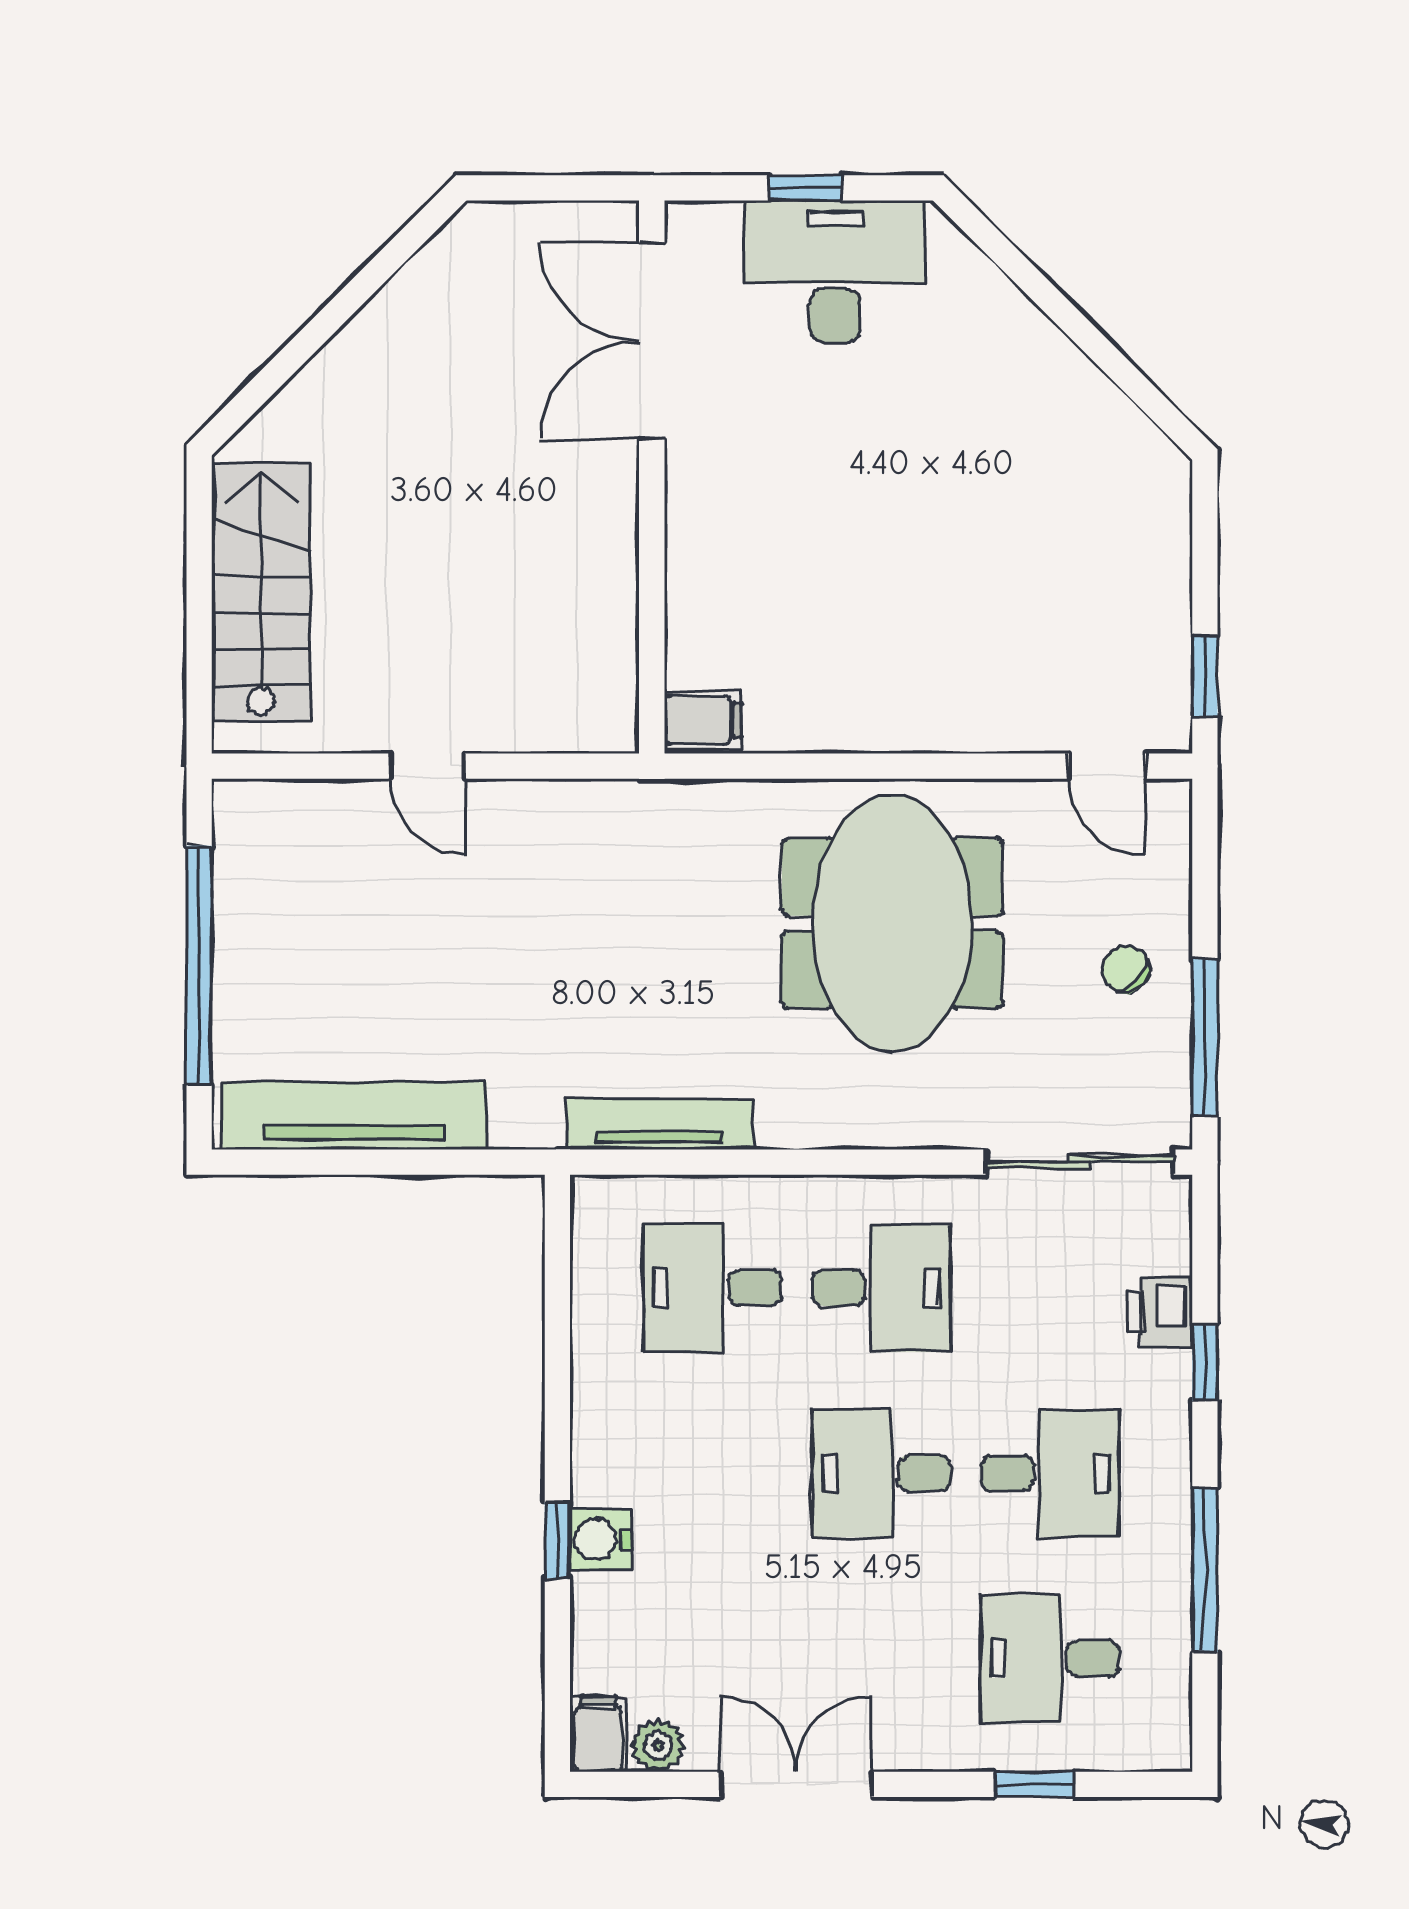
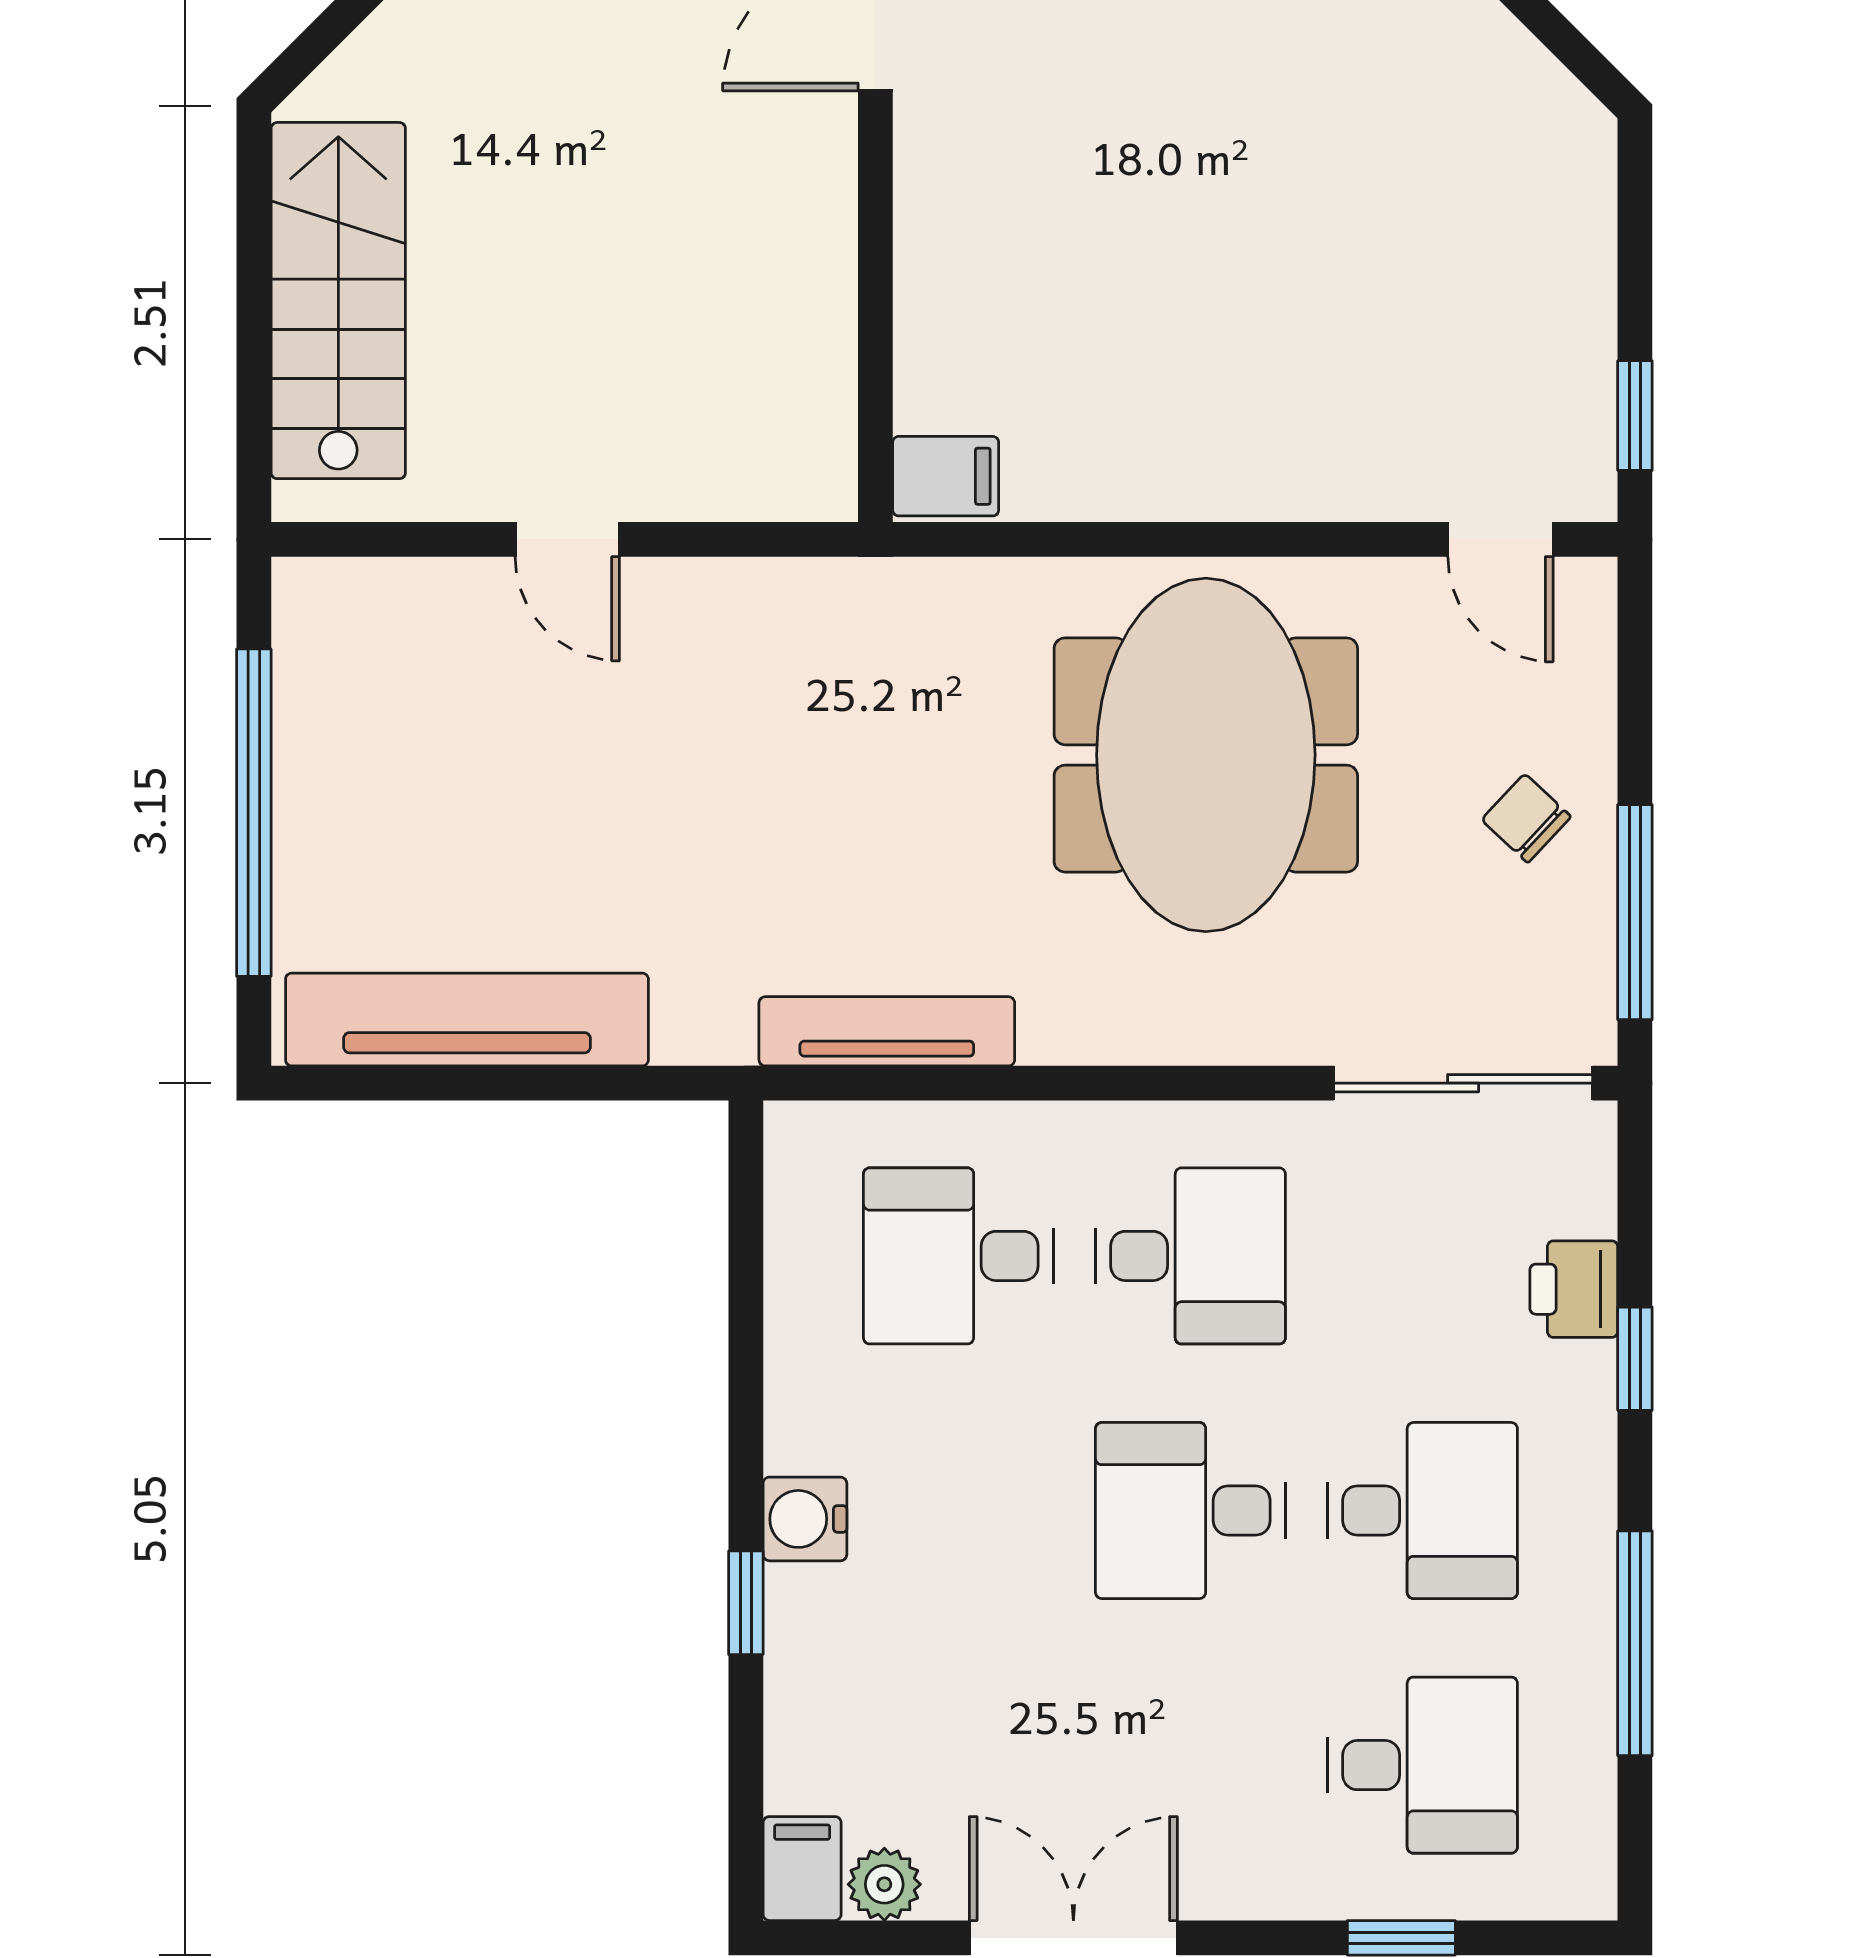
water cooler: (600, 1539) -> (805, 1519), moved
desk: (1050, 1659) -> (1422, 1765), turned 180

